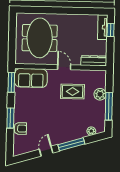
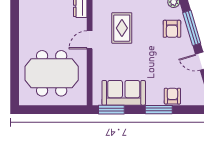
sofa: (31, 78) -> (124, 93), moved, turned -90
armchair: (71, 129) -> (172, 29), added

